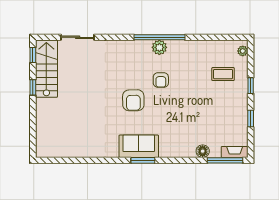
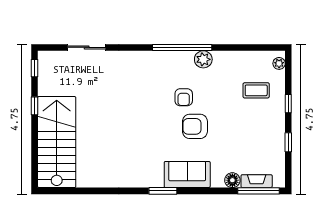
plant: (159, 47) -> (203, 59), moved
stairs: (46, 69) -> (57, 142), moved, width x1.36, depth x1.51
armchair: (133, 100) -> (195, 126), moved, turned 91
sofa: (139, 146) -> (187, 174), moved
fireplace: (235, 152) -> (257, 181), moved

